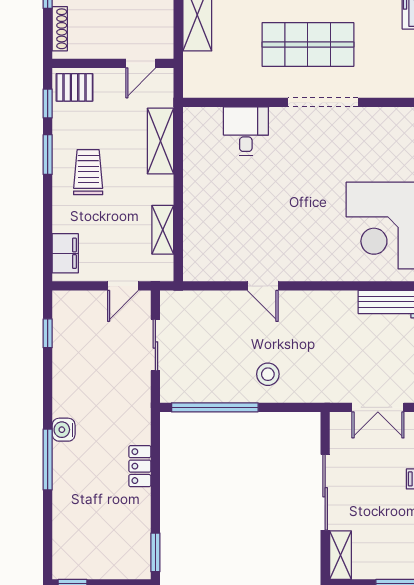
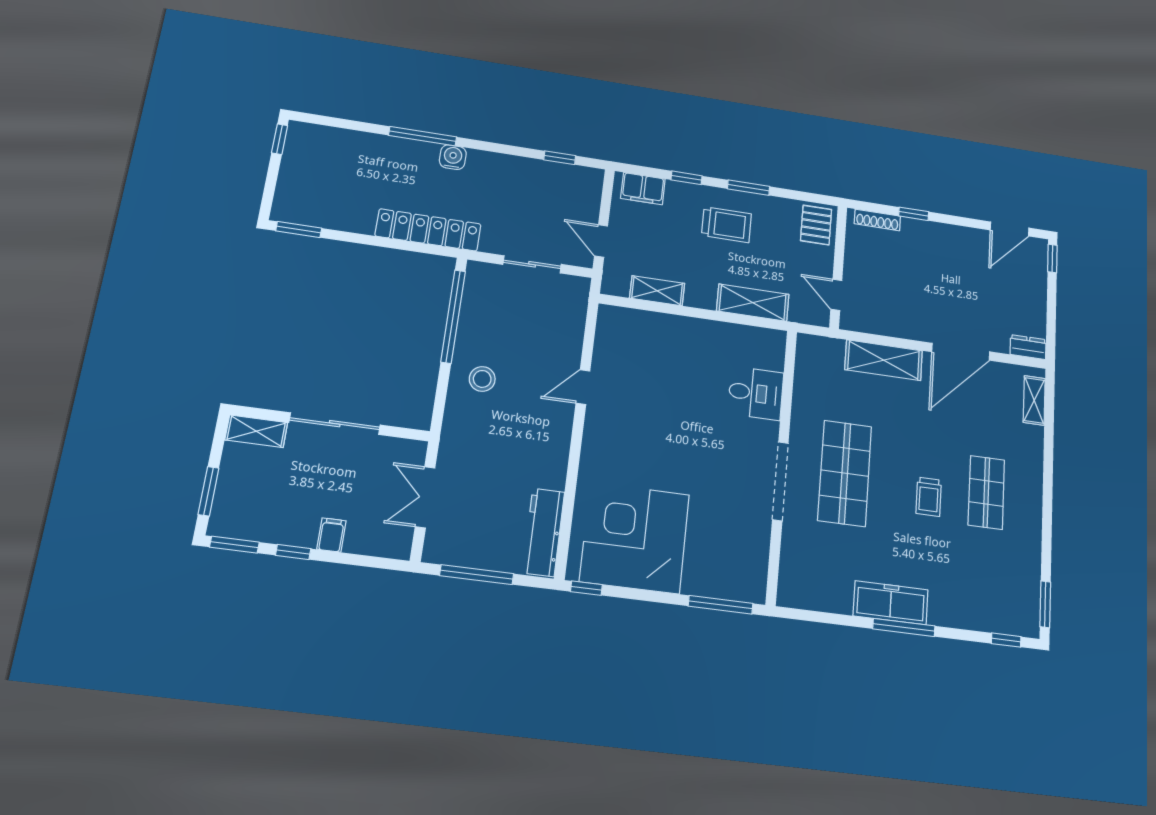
window: (48, 104) -> (686, 178), moved
locker: (140, 466) -> (428, 230), width x2.16, depth x1.21

